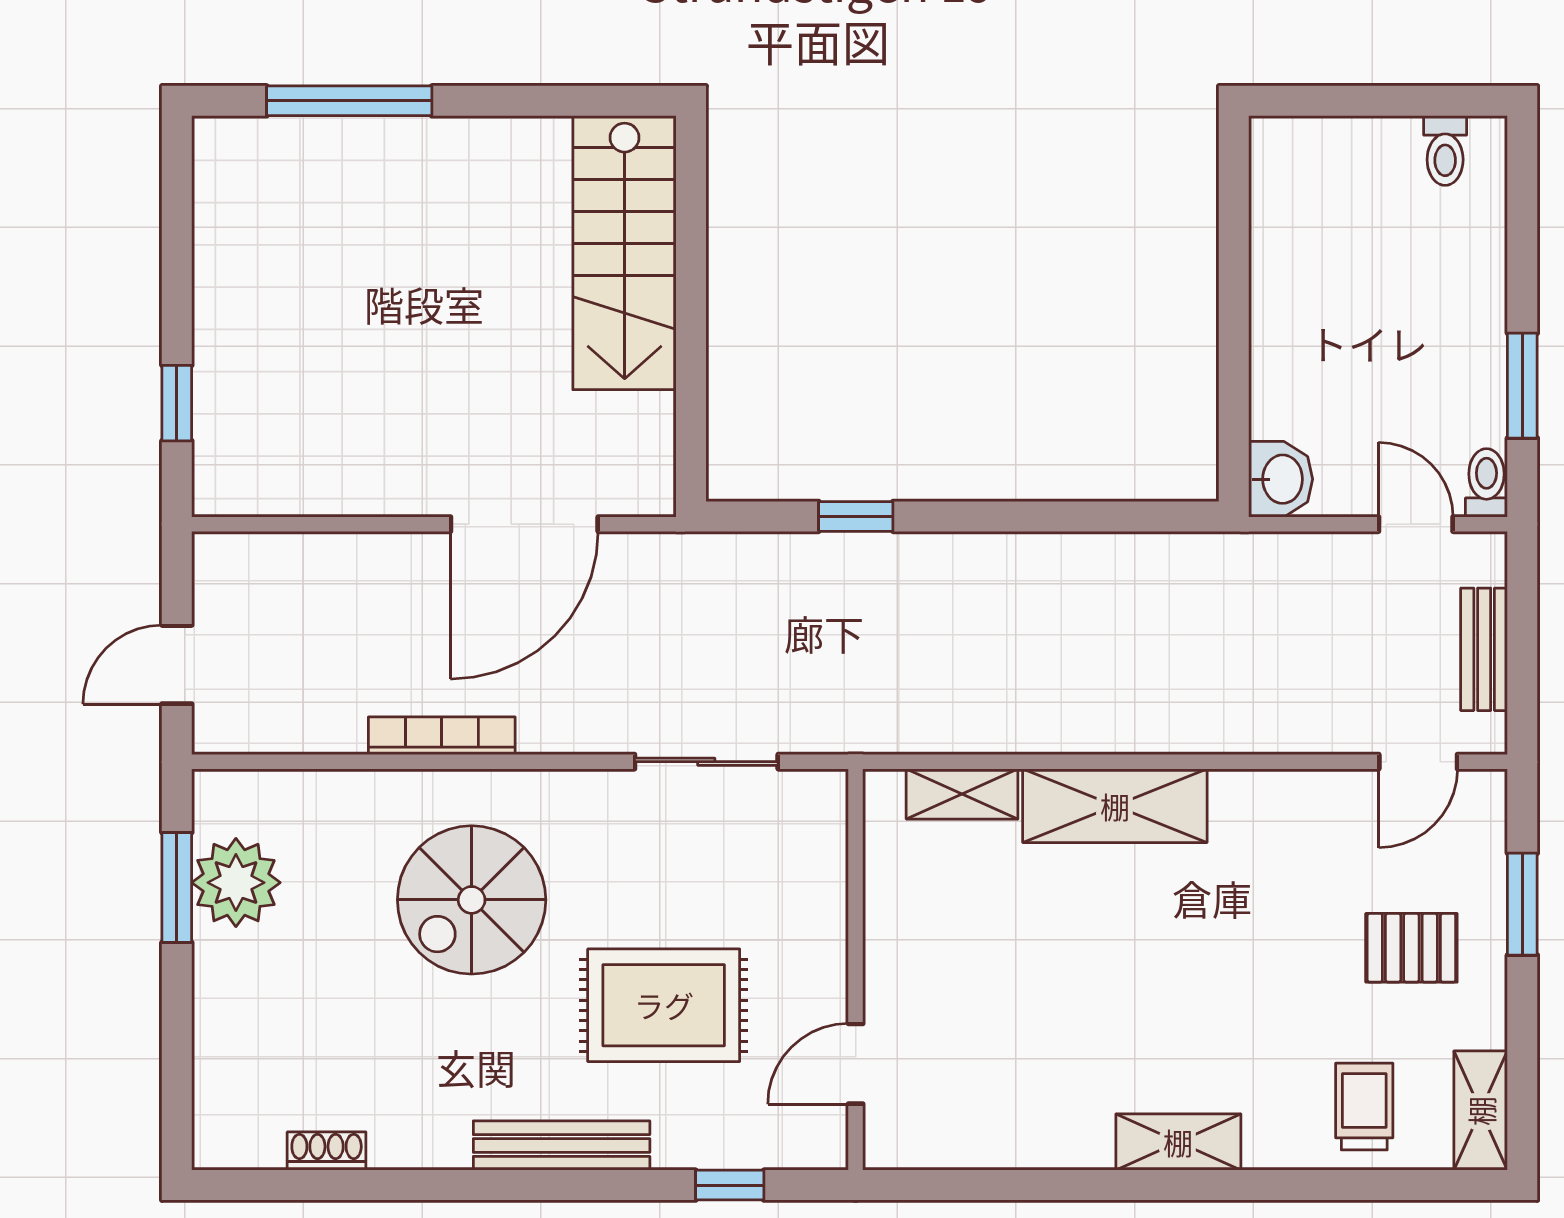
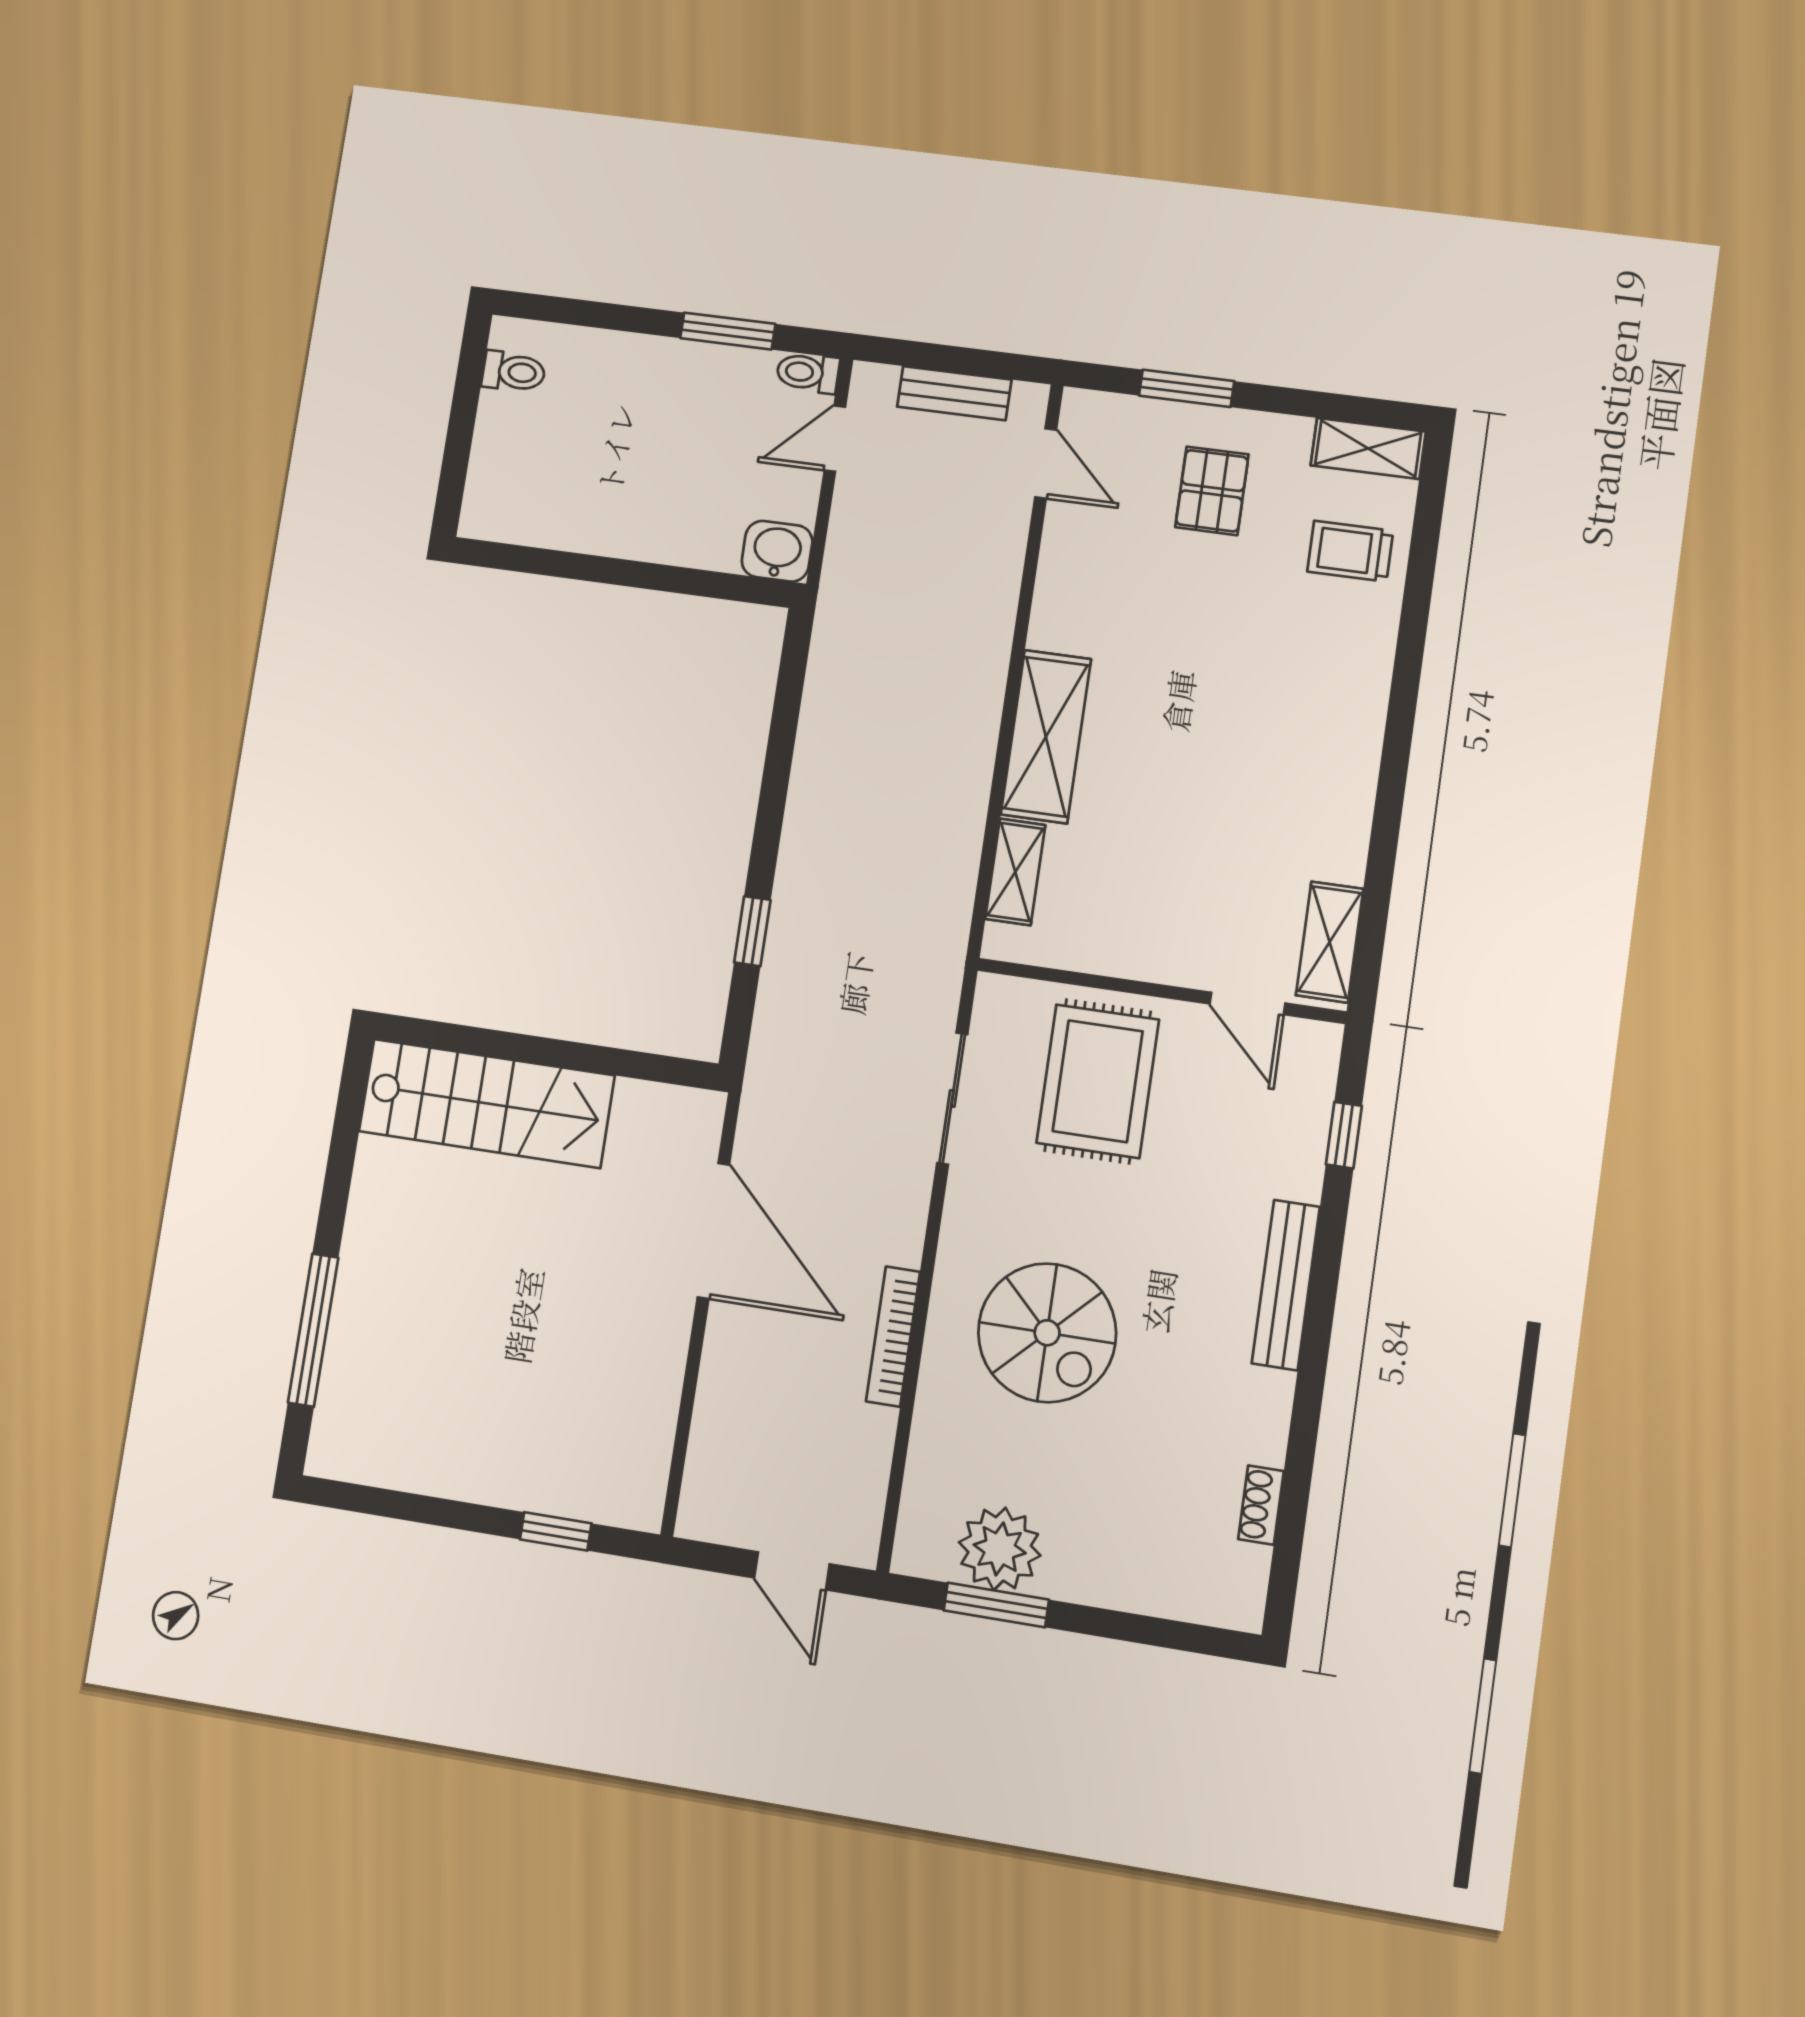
rug: (664, 1005) -> (1098, 1081), moved
shelving: (1178, 1142) -> (1330, 942), moved

